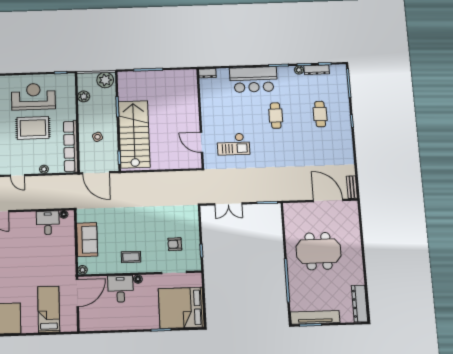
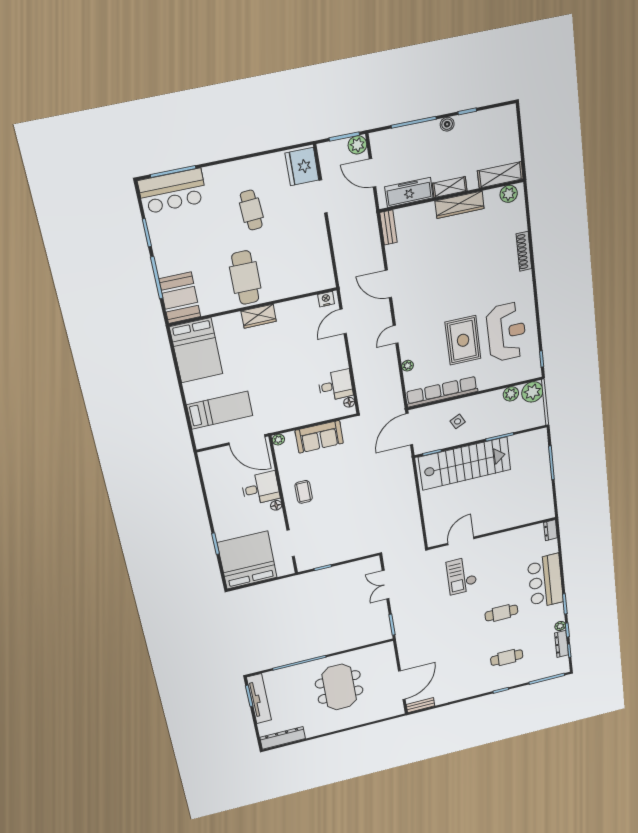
plant: (105, 80) -> (532, 392), moved
armchair: (175, 244) -> (327, 537), removed

